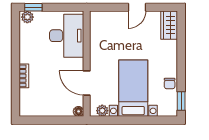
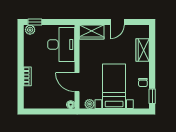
wardrobe: (105, 20) -> (92, 32), added
wardrobe: (169, 25) -> (143, 50), moved

